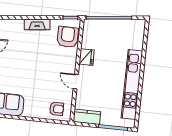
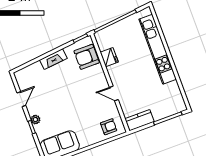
armchair: (68, 37) -> (87, 57), turned -90
fridge: (87, 57) -> (109, 57), moved
kitchen unit: (132, 85) -> (158, 49), moved

